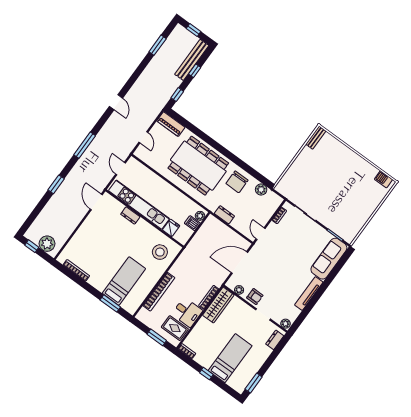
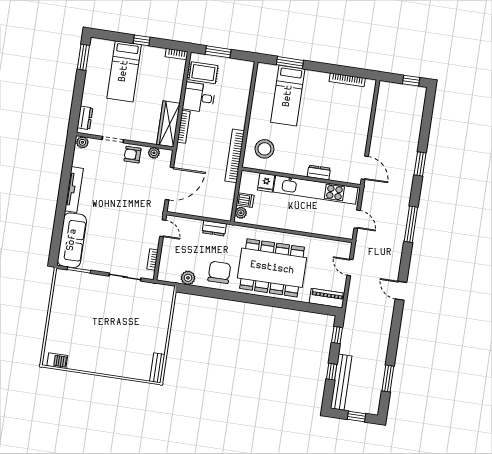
plant: (47, 244) -> (395, 92), removed
bookcase: (159, 292) -> (235, 156), moved

